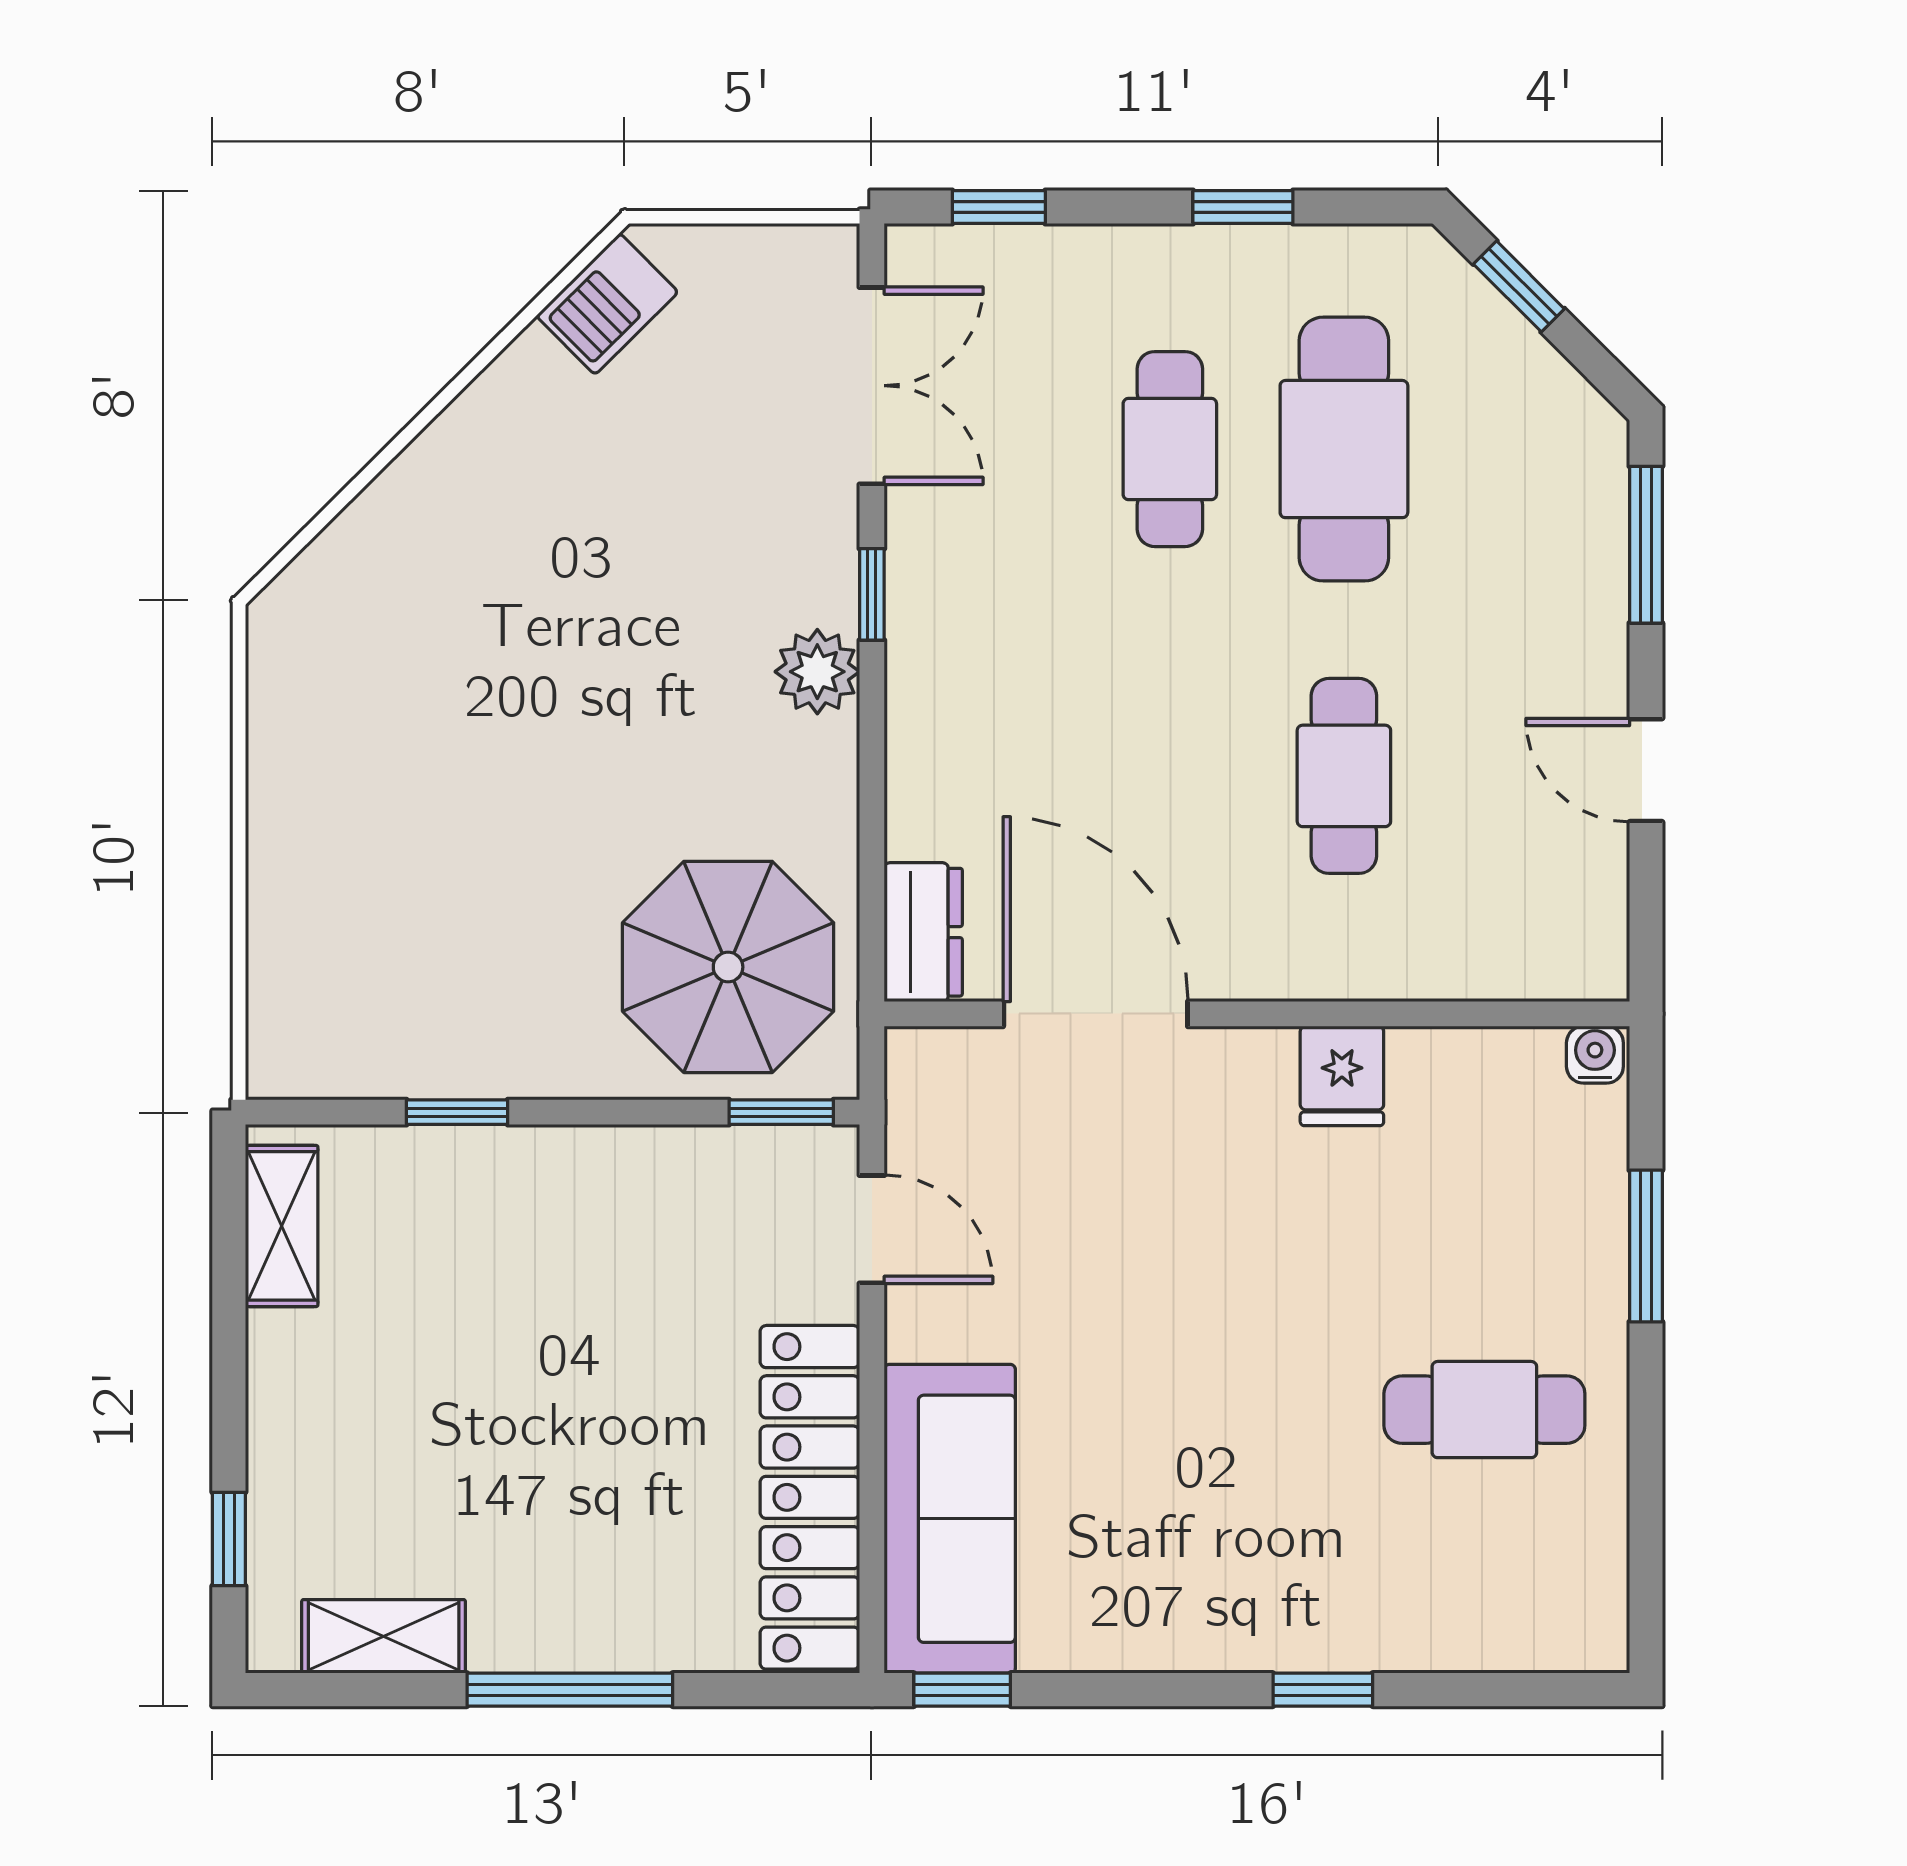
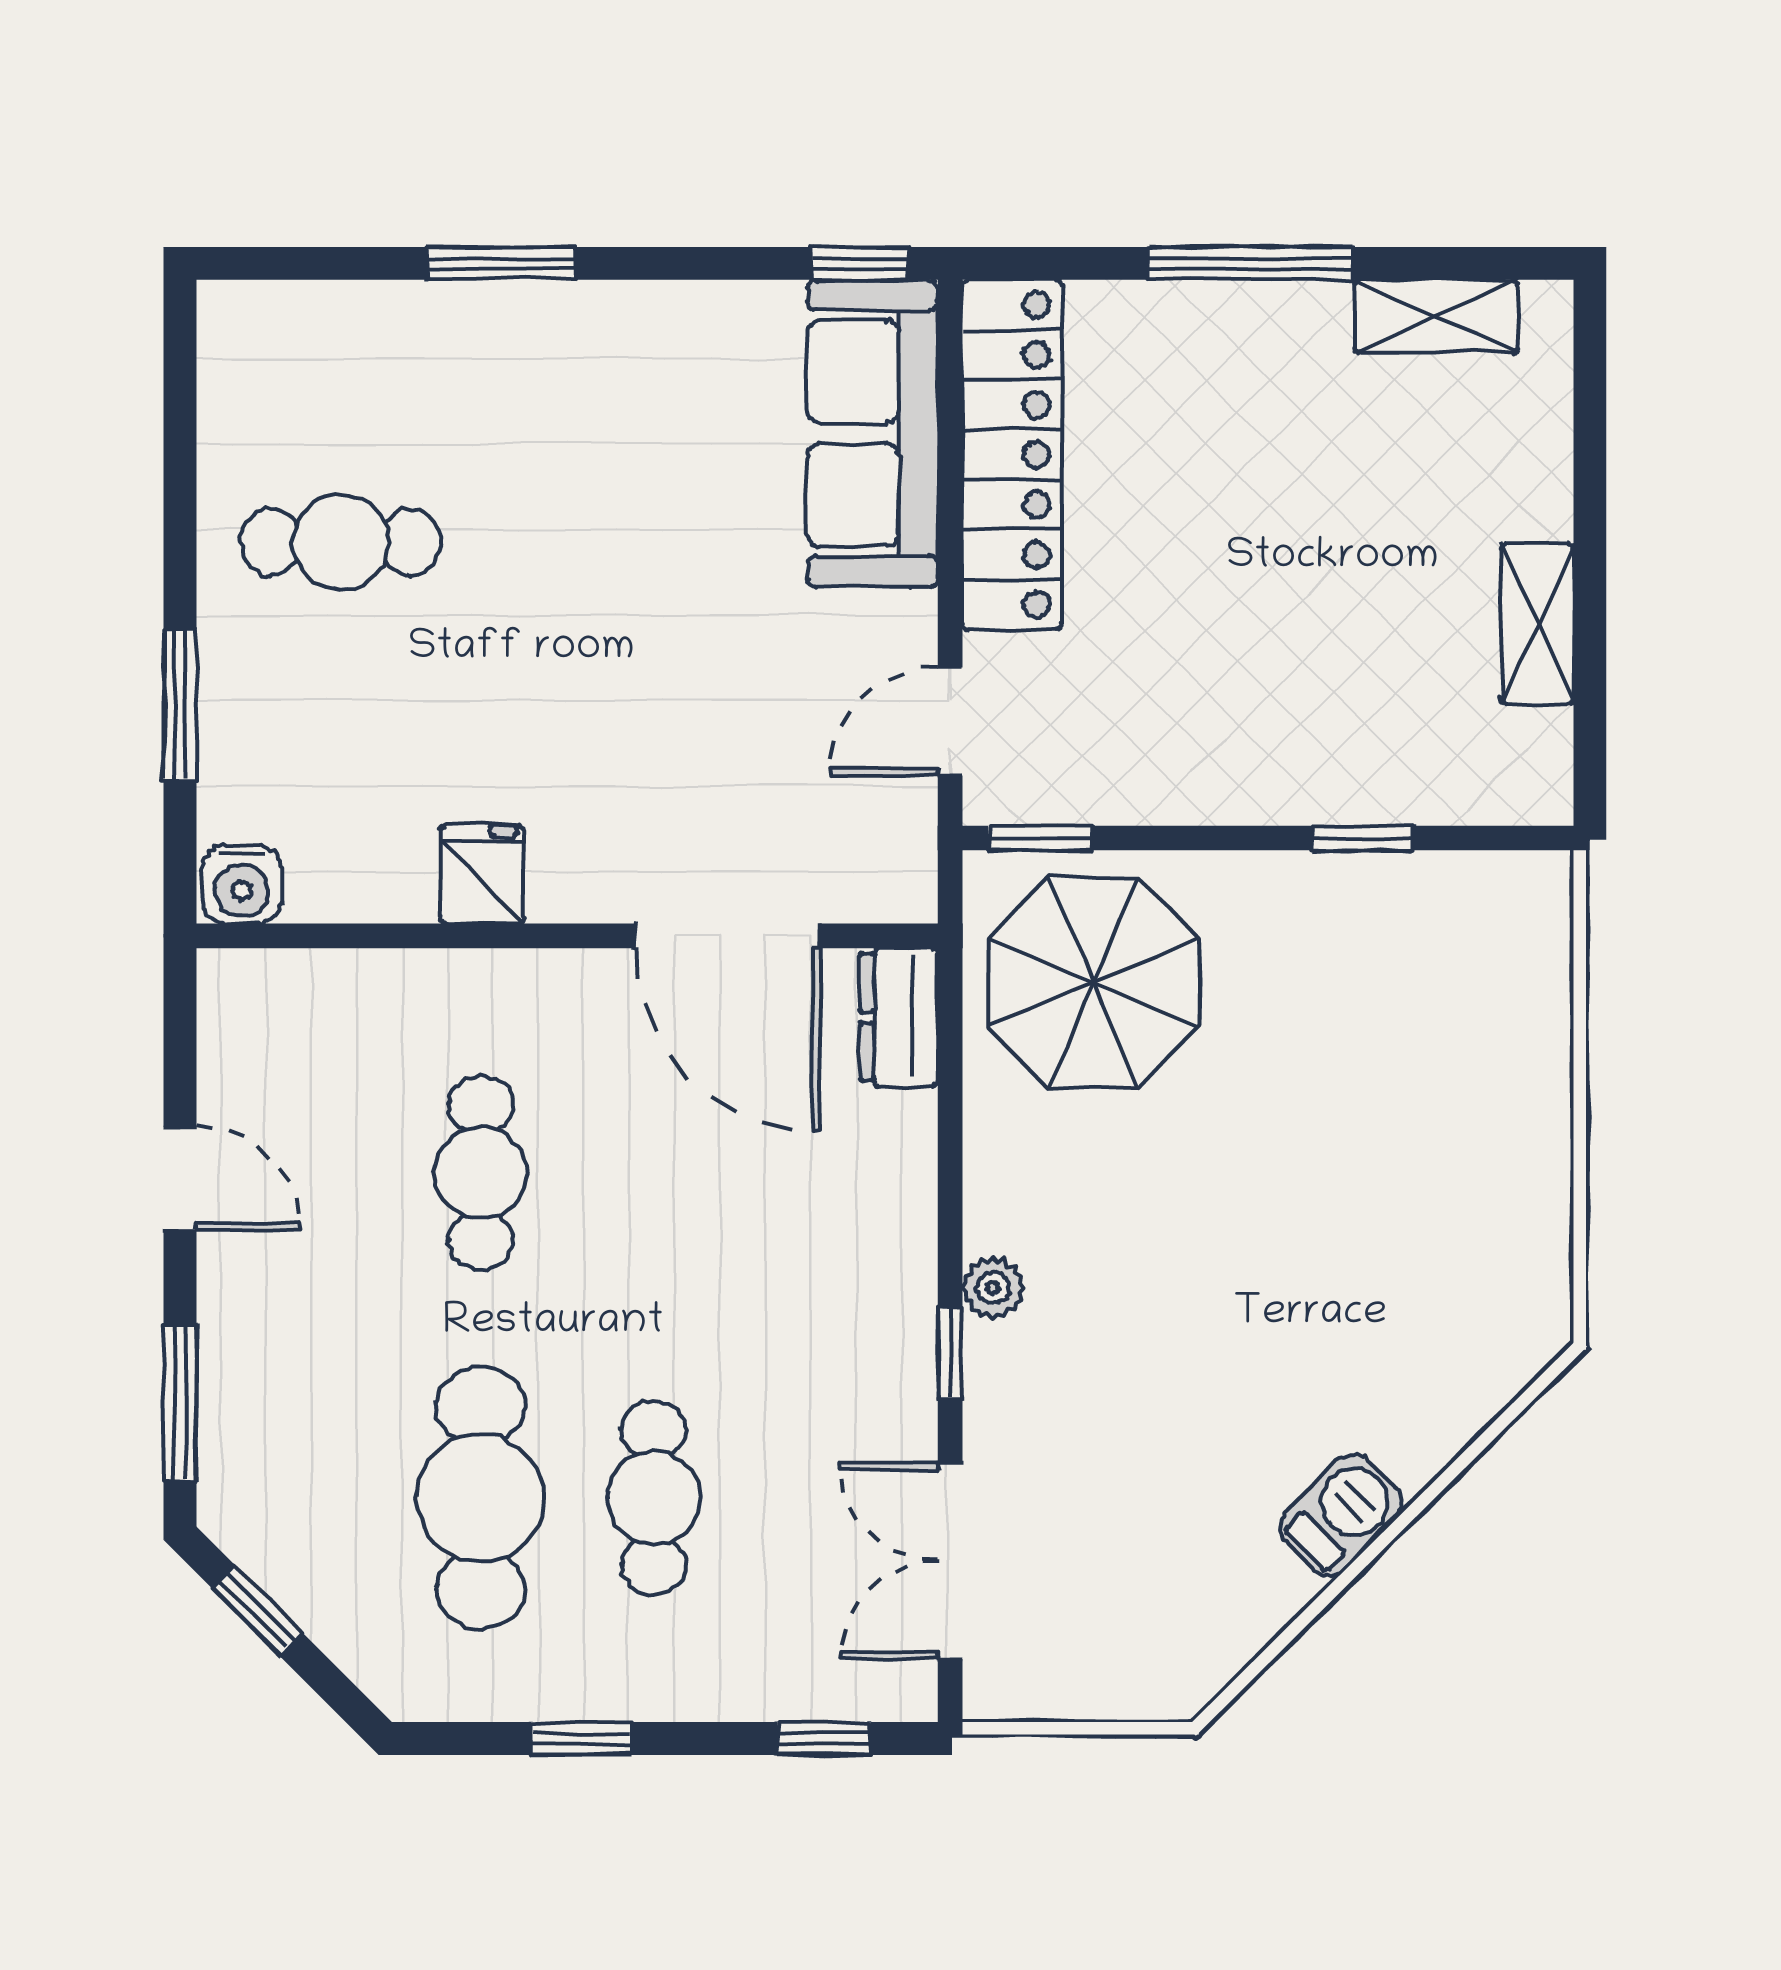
window: (1519, 286) -> (257, 1611), moved
barbecue: (607, 304) -> (1341, 1515), moved
plant: (817, 672) -> (993, 1288), width x0.73, depth x0.73
water cooler: (1595, 1055) -> (242, 884), width x1.38, depth x1.38
shelving: (282, 1226) -> (1537, 624), moved
door: (872, 1229) -> (950, 721), hinge flipped
window: (229, 1539) -> (1590, 413), removed
window: (1323, 1690) -> (501, 263), width x1.50

